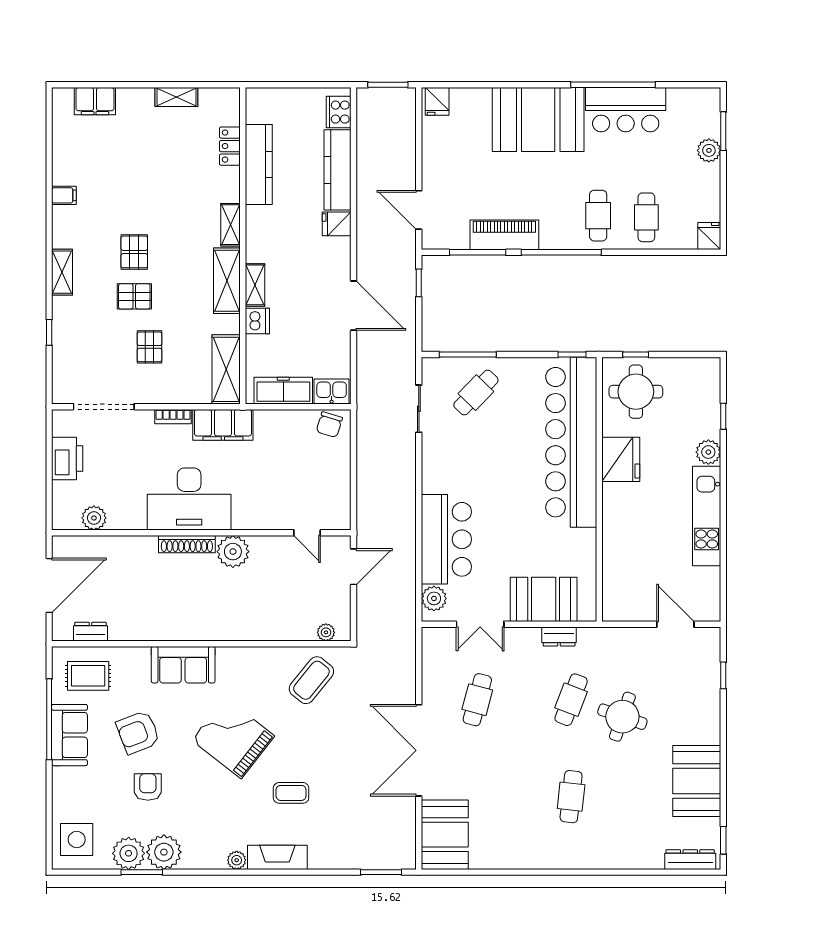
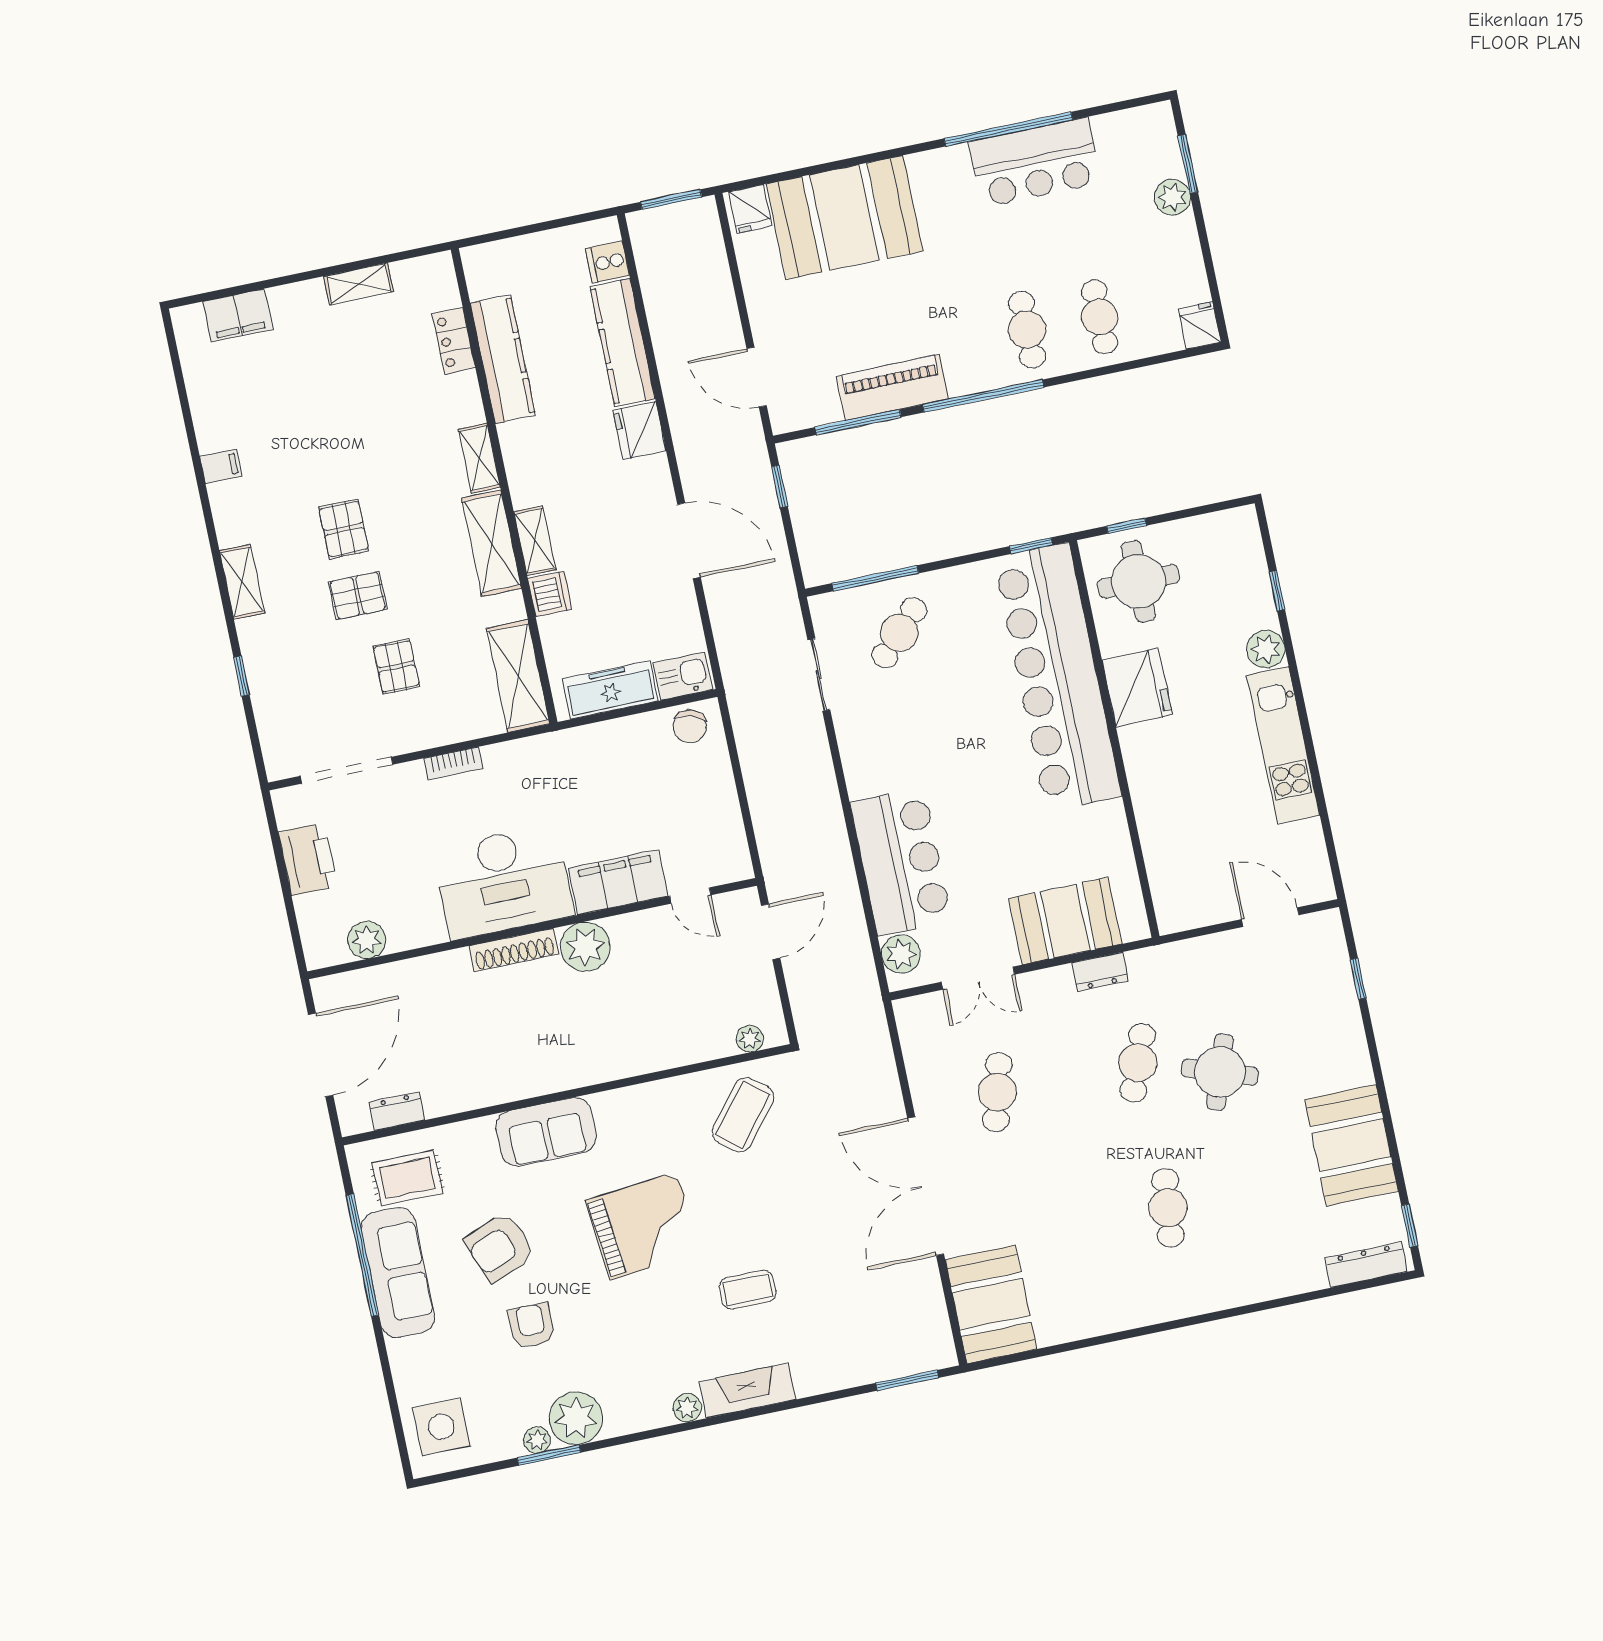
cooker: (339, 112) -> (607, 262), width x0.73
booth: (538, 119) -> (844, 218), moved
fridge: (337, 224) -> (639, 431), width x1.38
filing cabinet: (223, 425) -> (618, 882), moved, turned 180
sofa: (70, 735) -> (398, 1272), width x1.36
grand piano: (233, 738) -> (644, 1226), turned 136
plant: (129, 853) -> (537, 1440), width x0.53, depth x0.53

